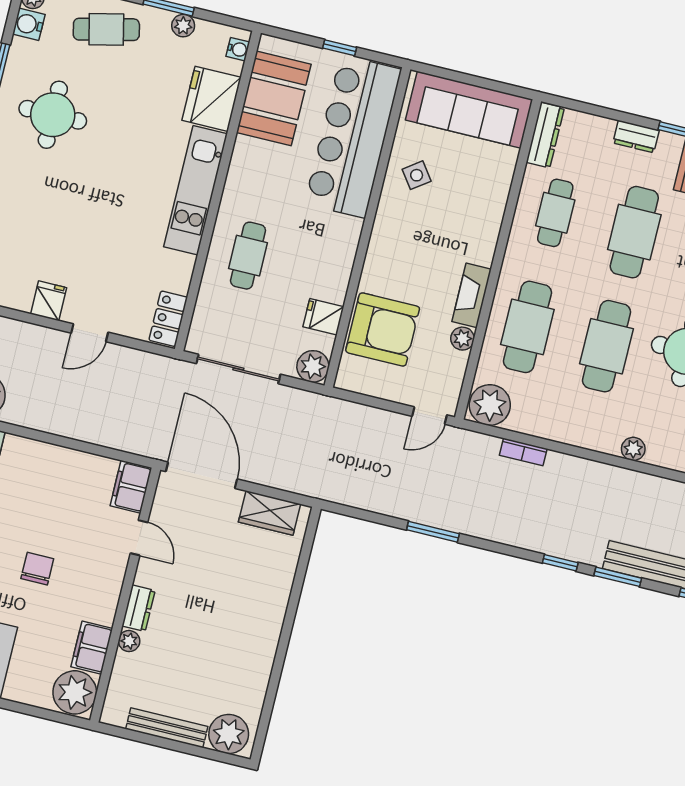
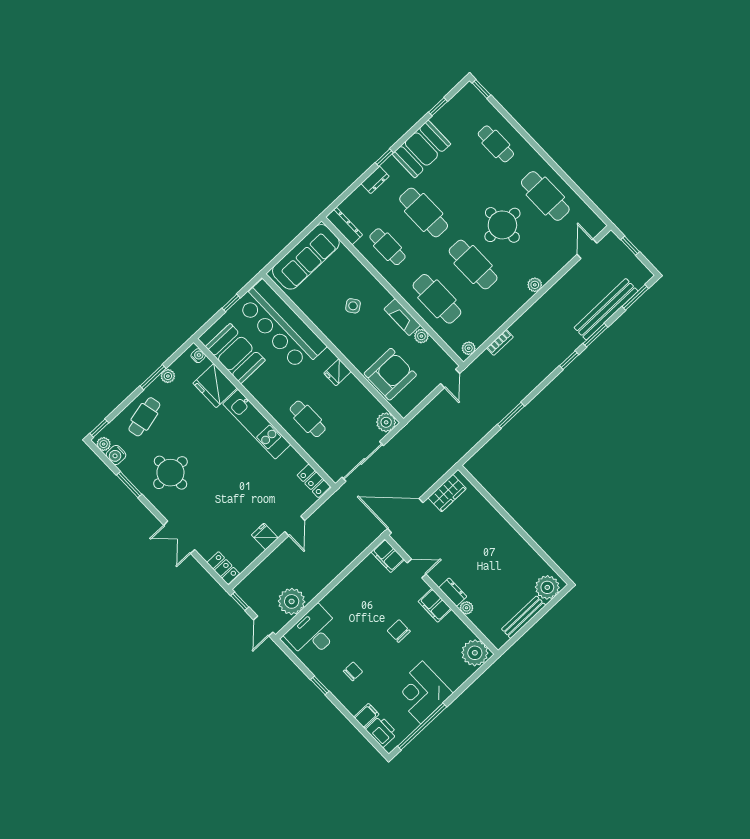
side table: (417, 175) -> (353, 306), moved
fridge: (323, 317) -> (337, 372), moved
plant: (490, 405) -> (469, 348), width x0.53, depth x0.53
filing cabinet: (92, 648) -> (435, 605), moved

